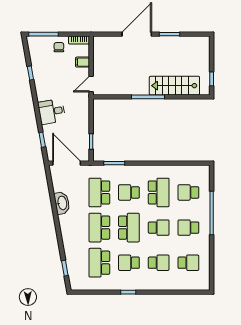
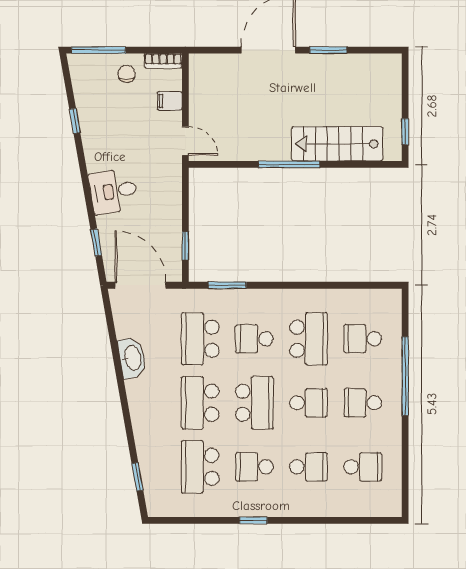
door: (91, 84) -> (185, 141), swing flipped

